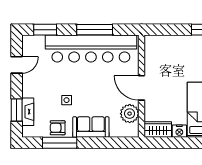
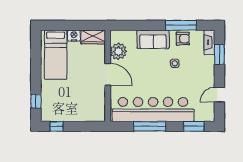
fireplace: (28, 112) -> (209, 42), moved

